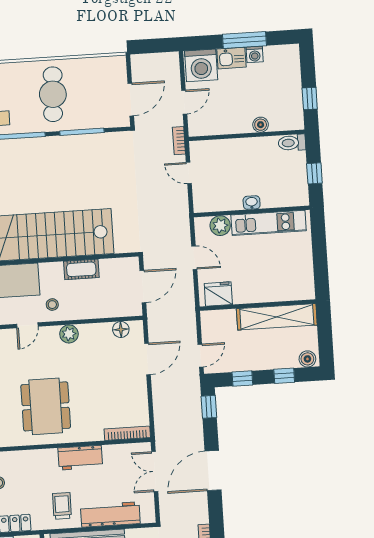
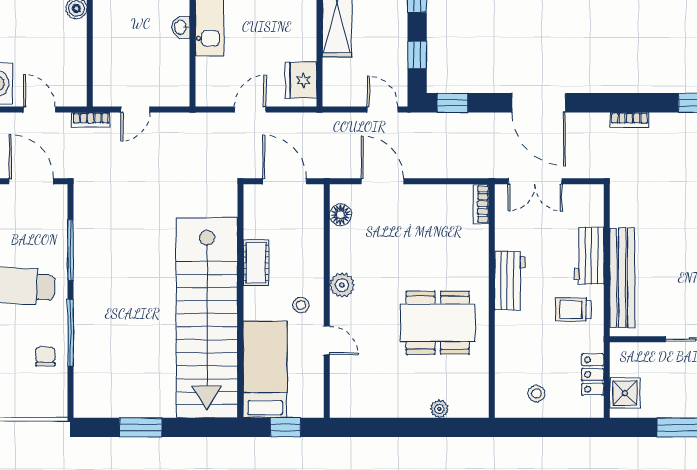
plant: (220, 226) -> (209, 72), removed
bookcase: (127, 433) -> (481, 204), width x0.64
workbench: (110, 514) -> (589, 256), width x0.73

